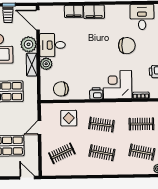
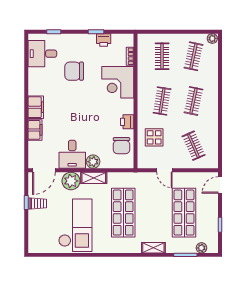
chair: (127, 46) -> (74, 71), turned -90
printer: (96, 93) -> (127, 122), moved

